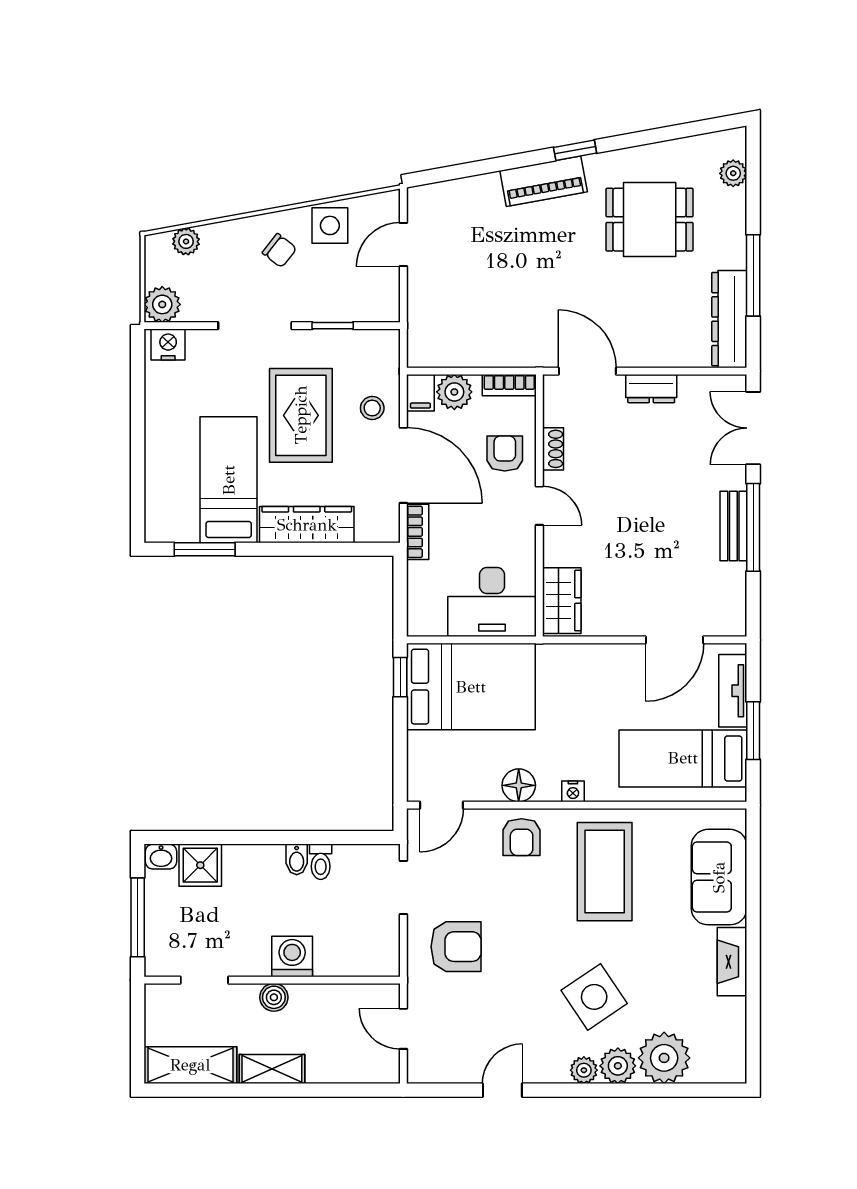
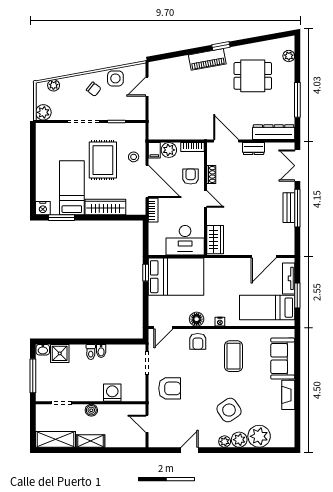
dresser: (729, 319) -> (274, 132), moved, turned 90
nightstand: (168, 345) -> (43, 208), moved, turned 180
toilet: (321, 862) -> (91, 352), moved
coffee table: (605, 872) -> (234, 356), width x0.73, depth x0.76
washing machine: (292, 957) -> (112, 393), moved

